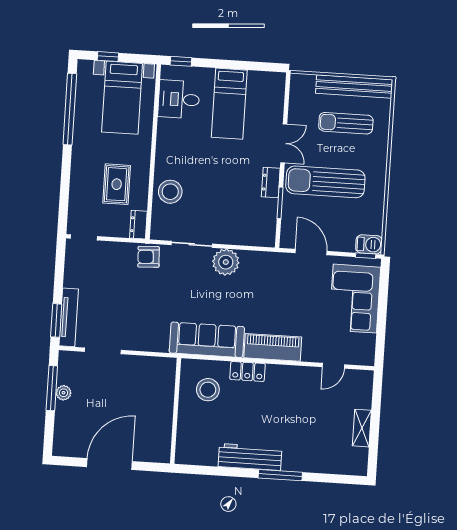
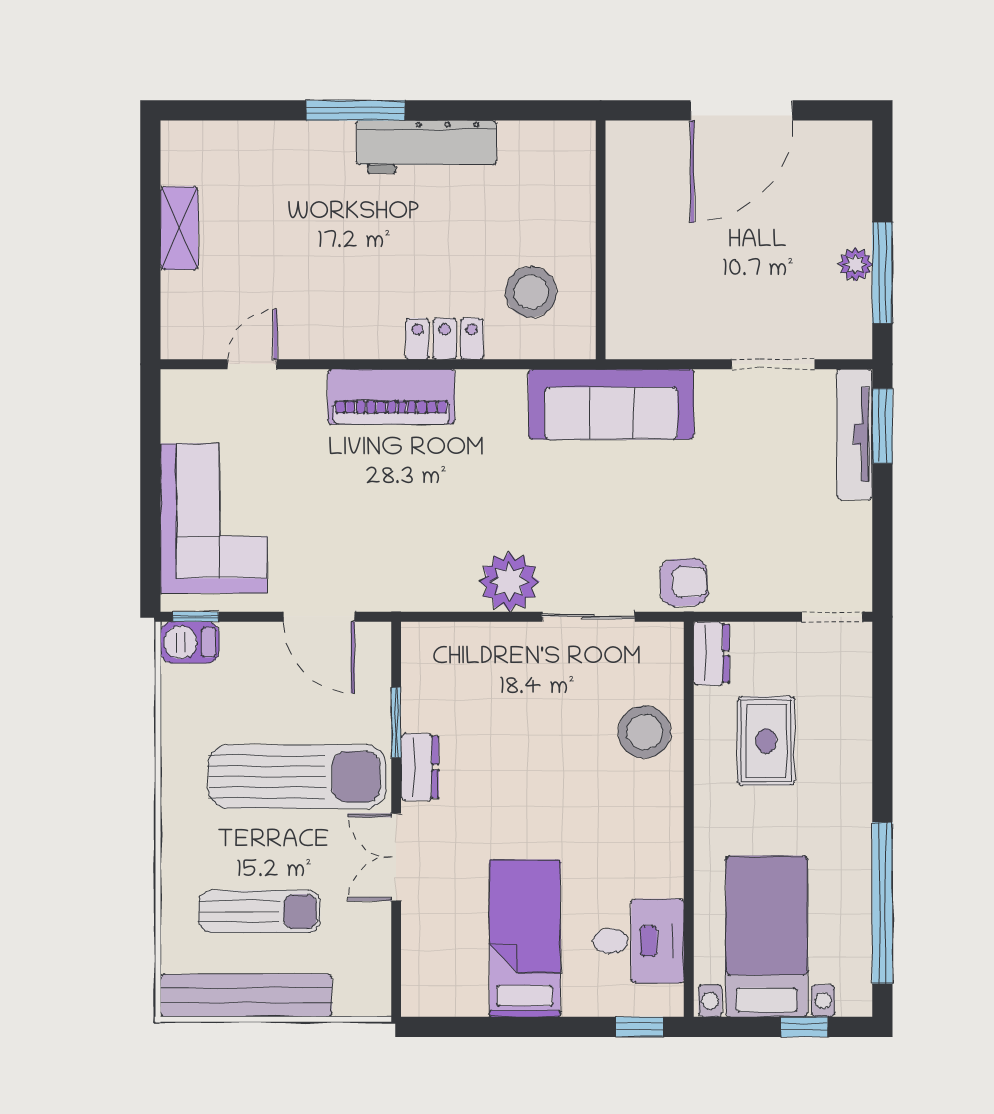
sofa: (207, 340) -> (611, 404), moved

